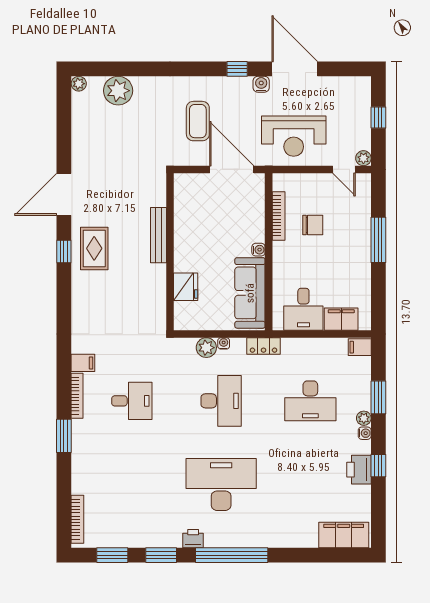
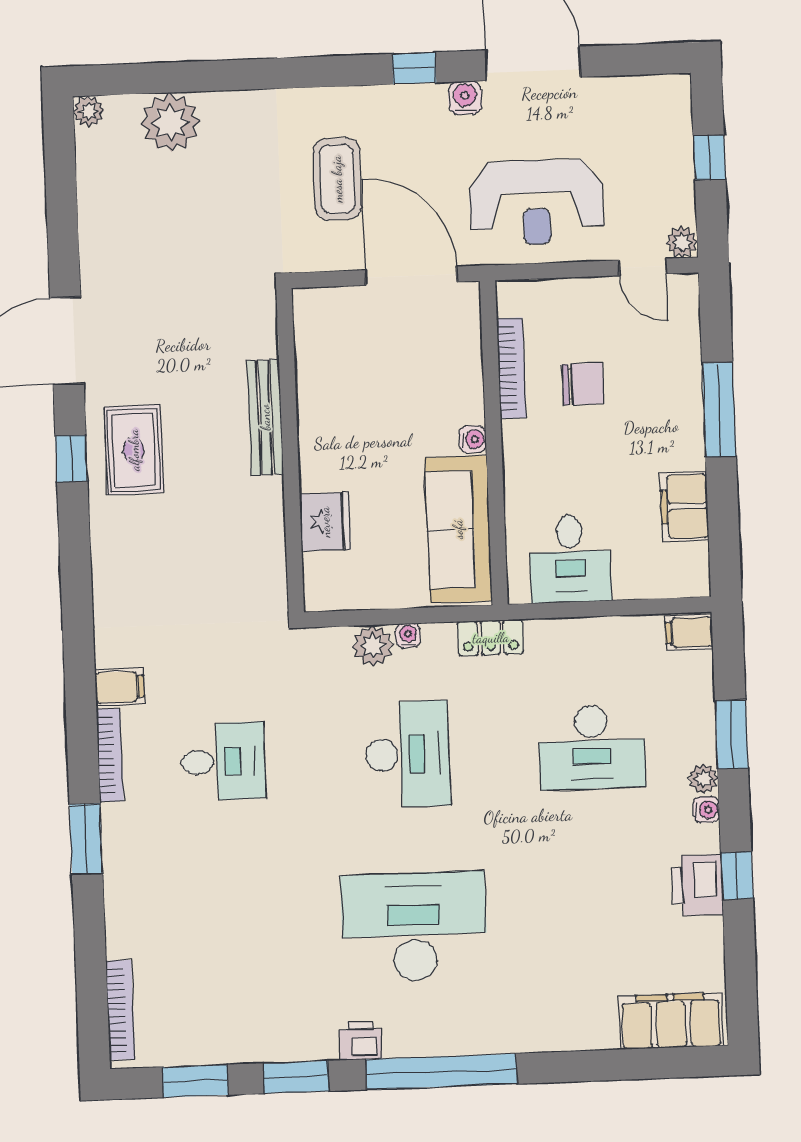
filing cabinet: (341, 319) -> (685, 506), moved, turned -90

